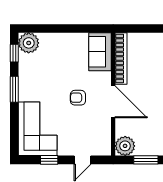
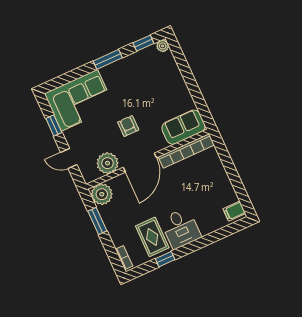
plant: (29, 43) -> (163, 46), width x0.53, depth x0.53
plant: (101, 129) -> (107, 163), added

